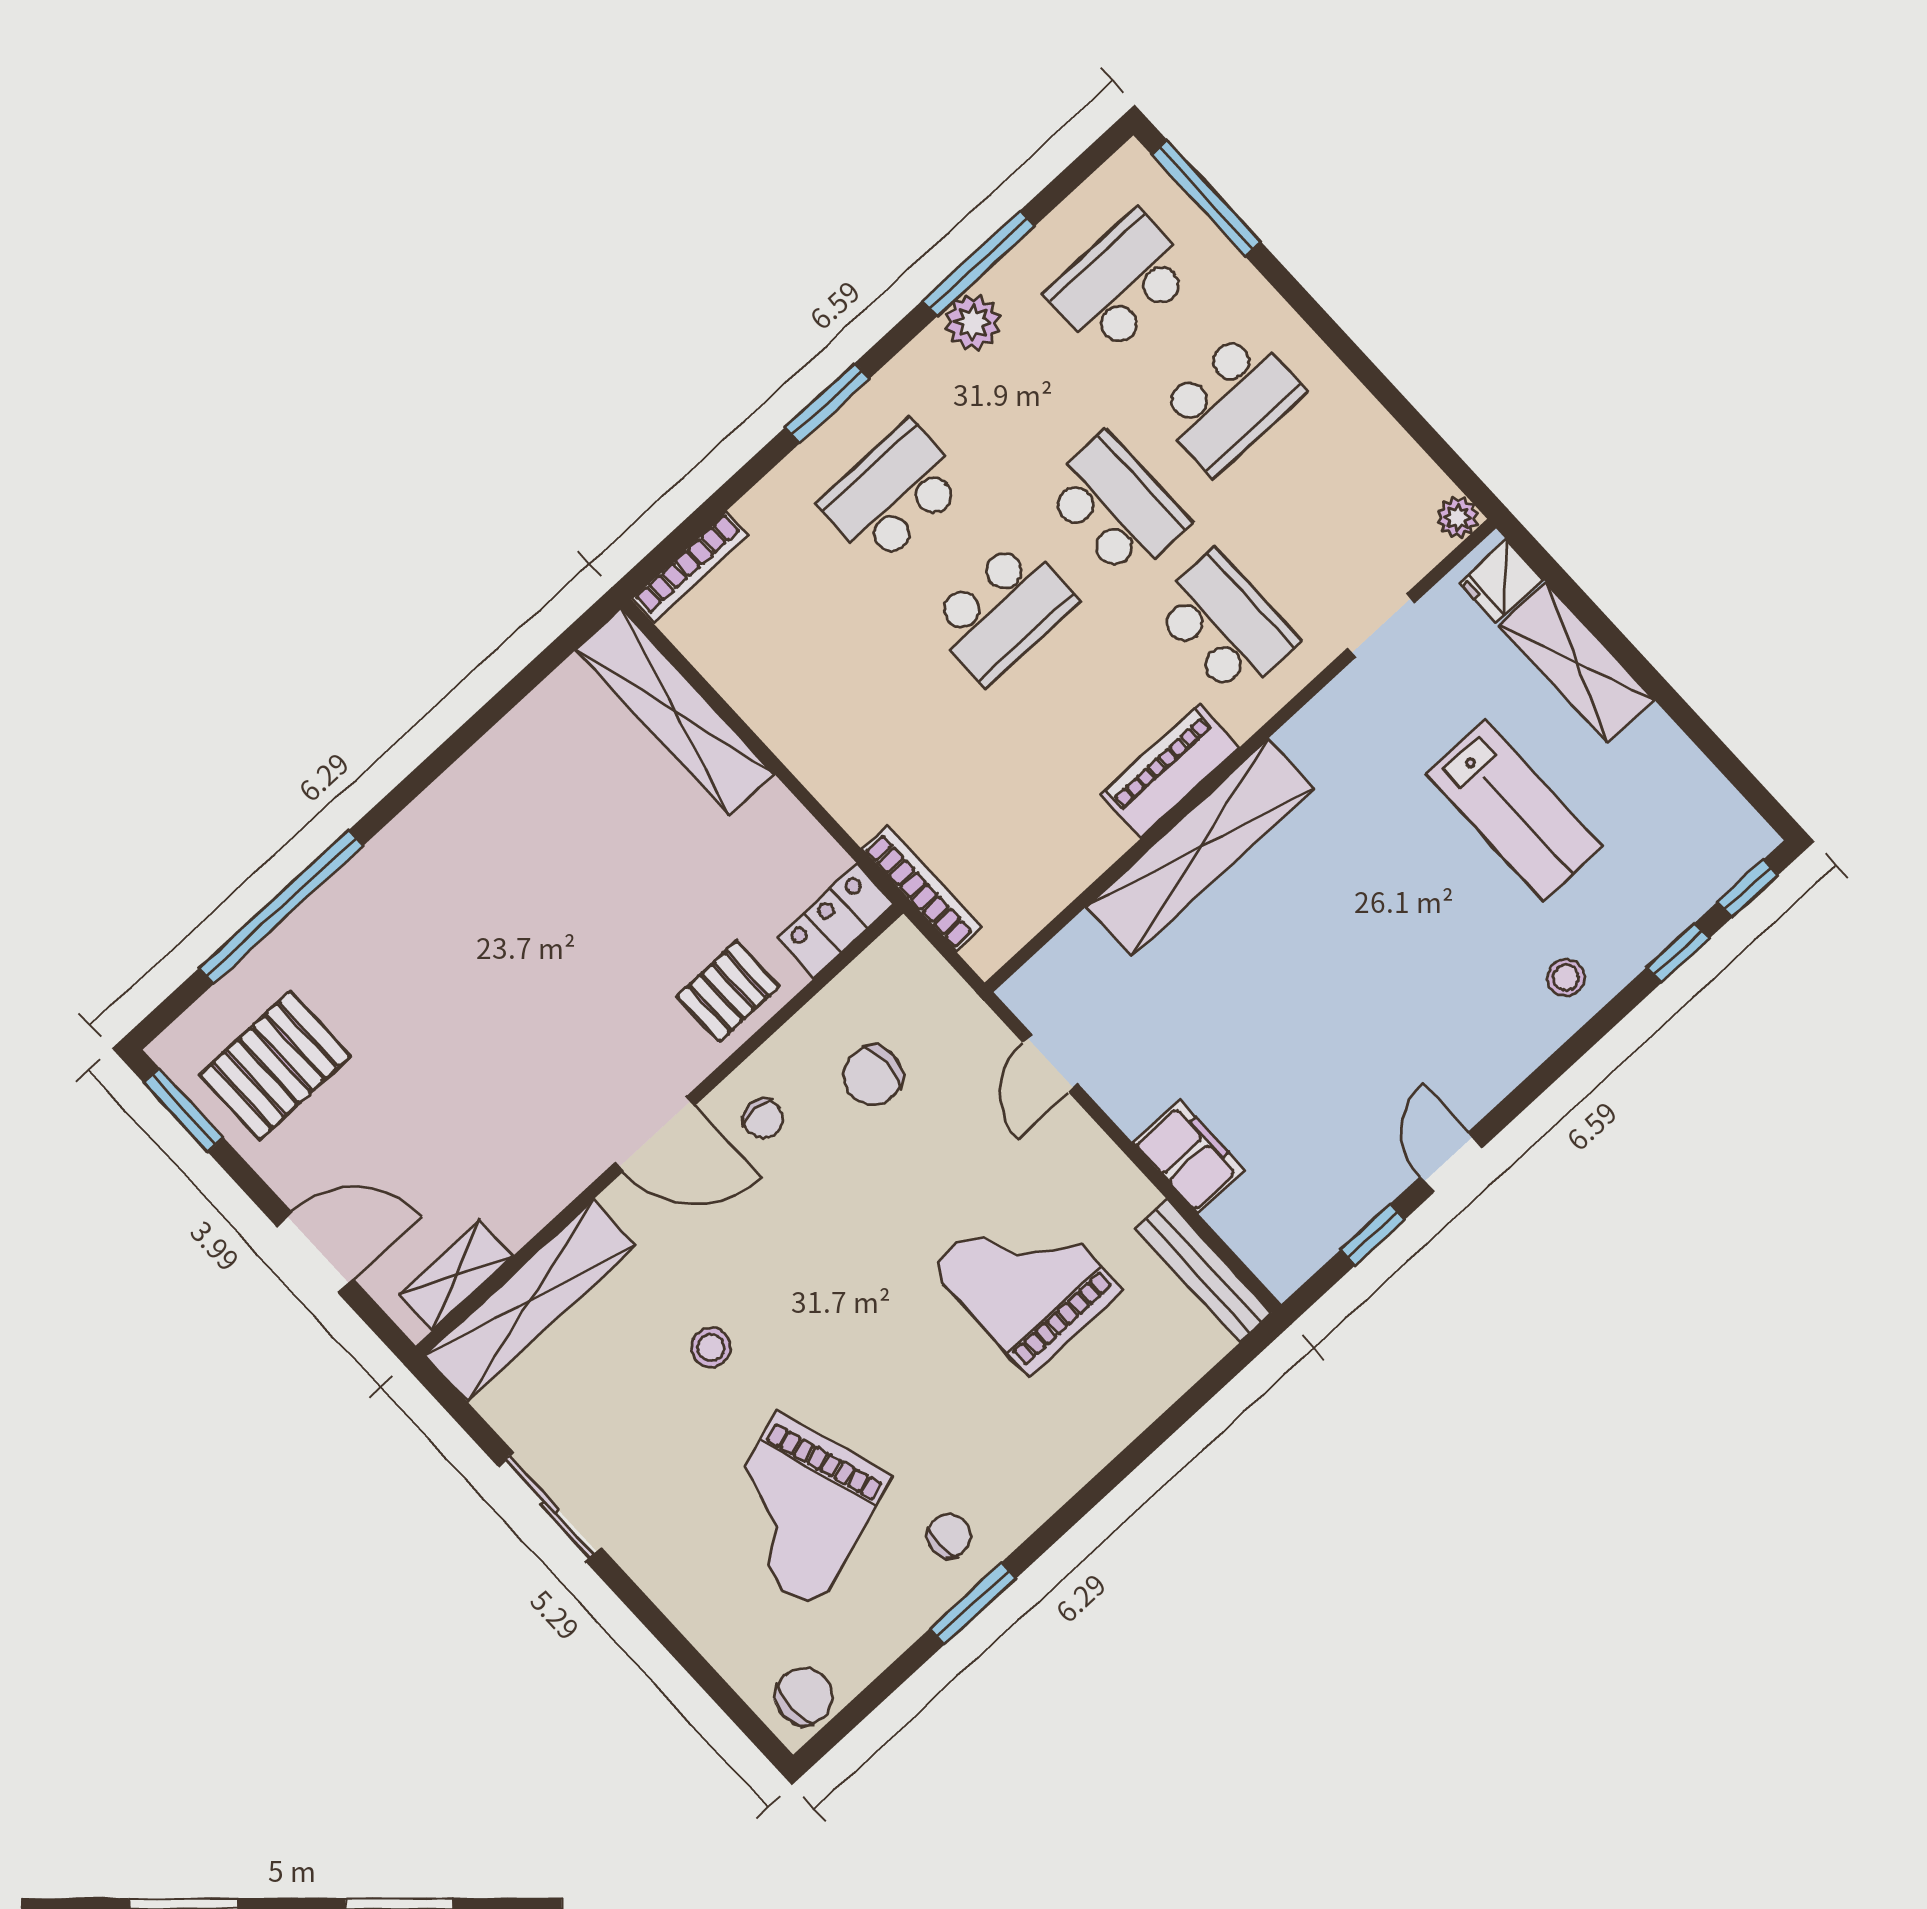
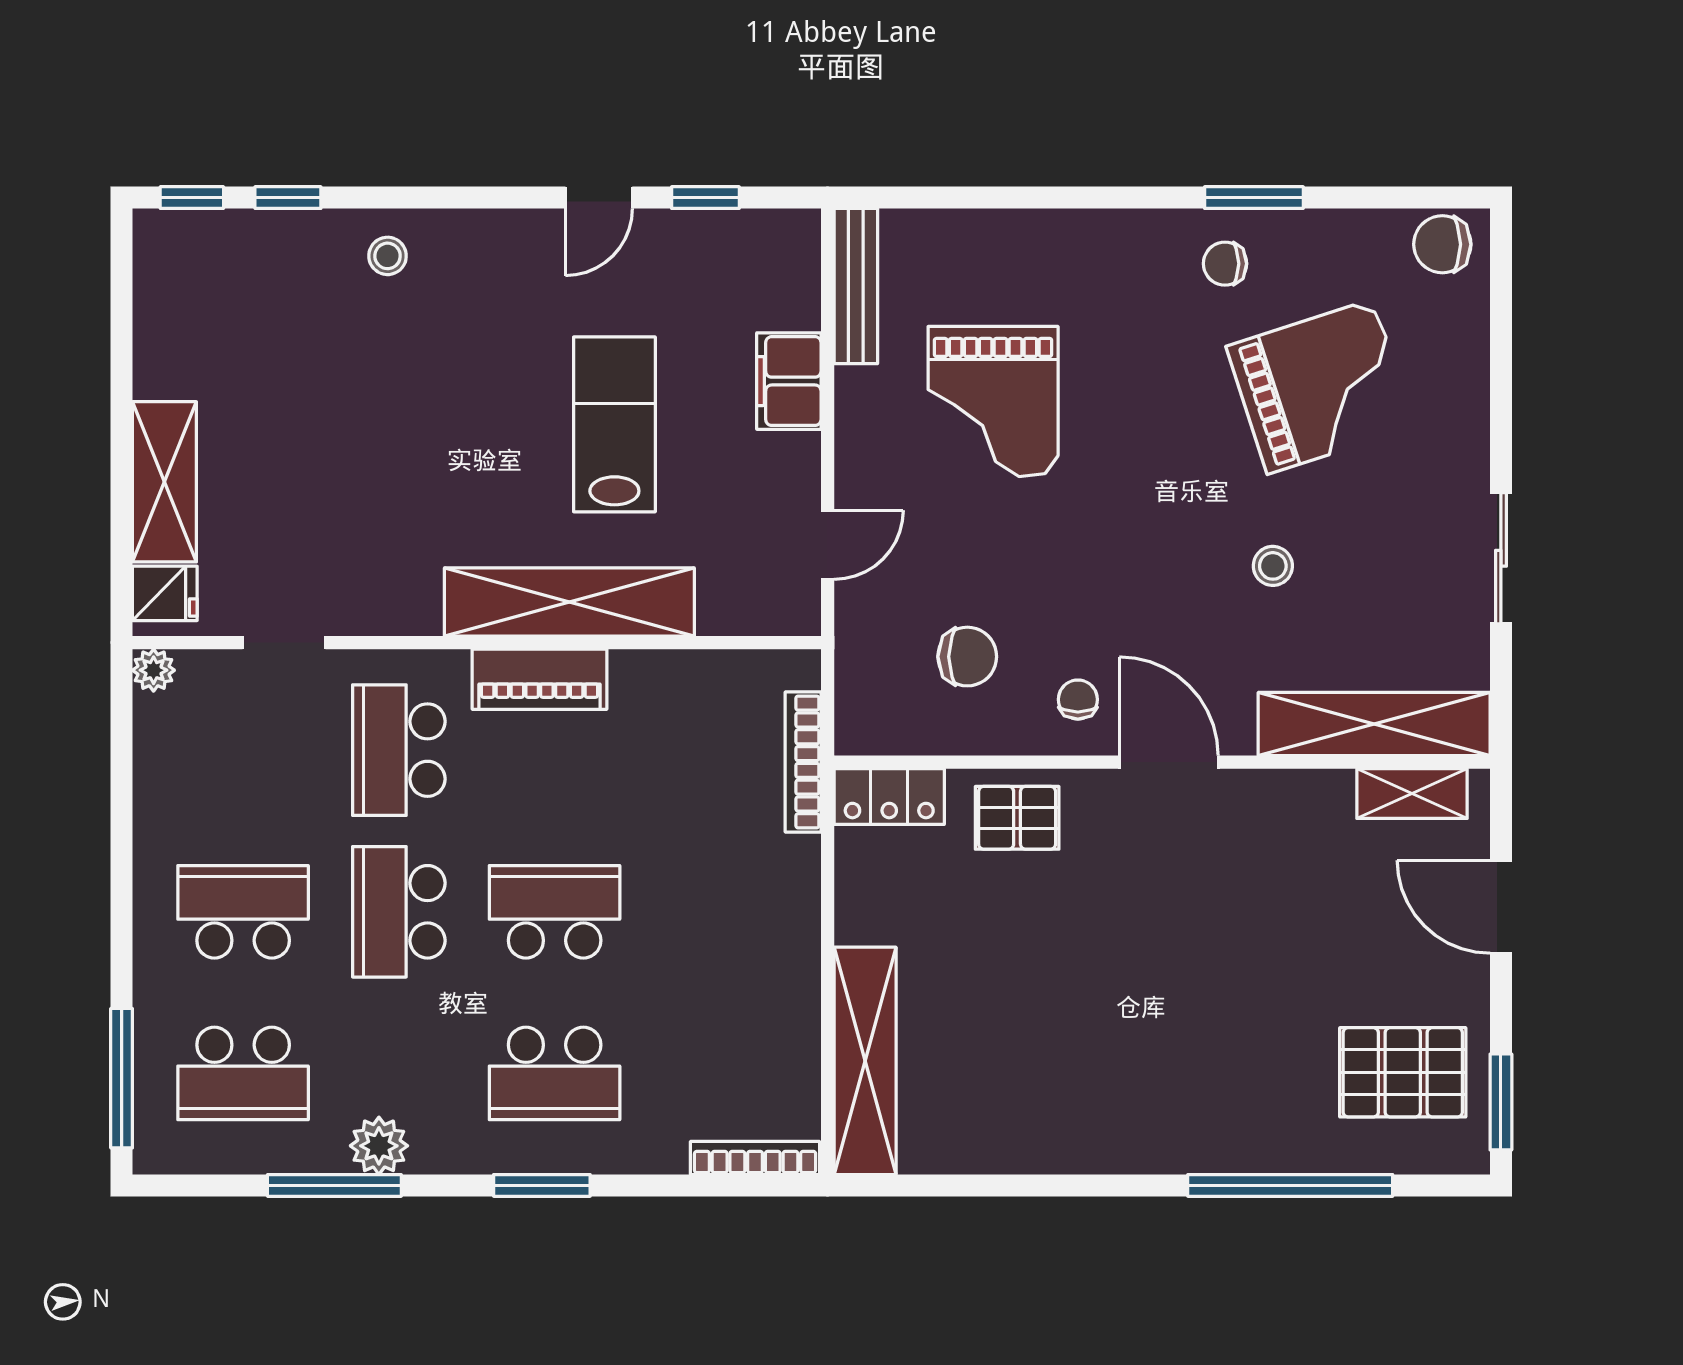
lab bench: (1514, 810) -> (614, 424), moved

